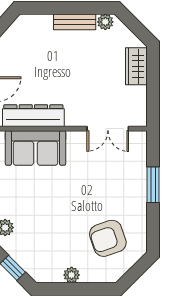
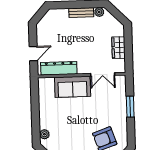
wardrobe: (136, 66) -> (119, 48), moved
sofa: (35, 148) -> (73, 87), moved

